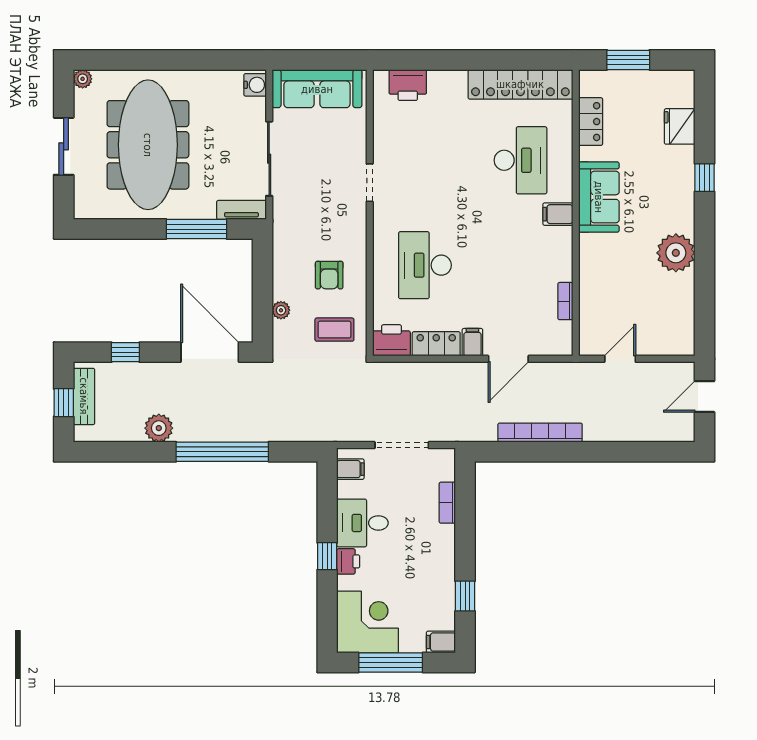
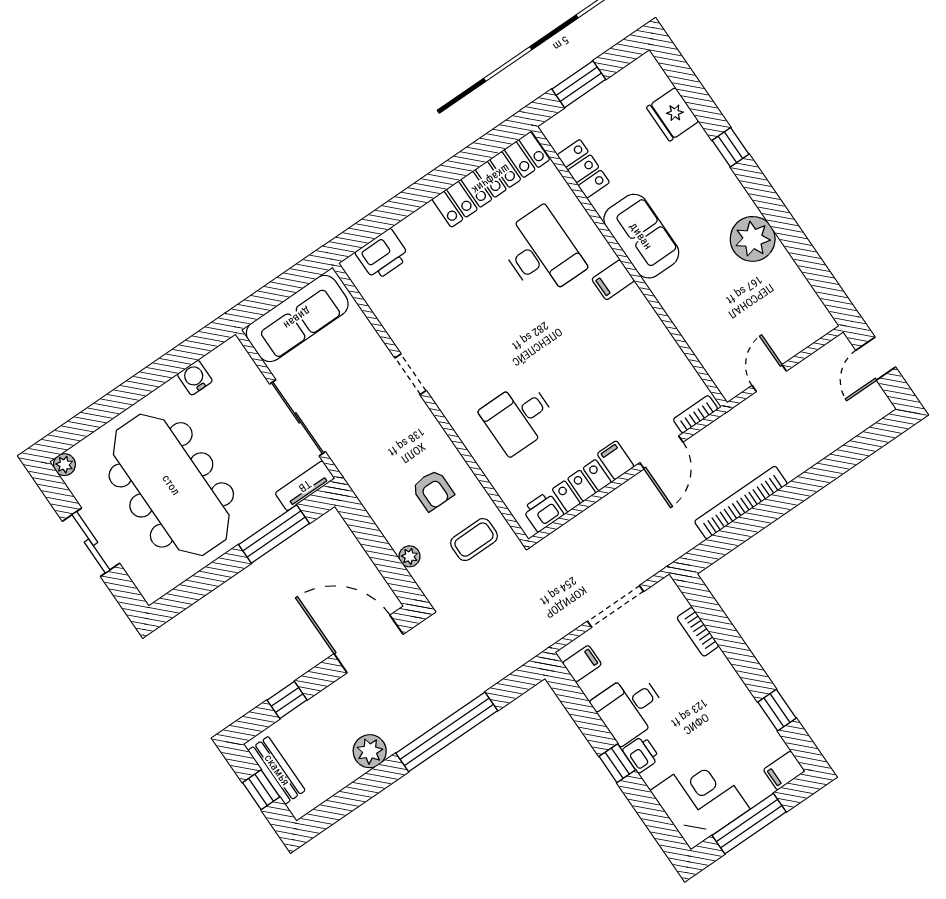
water cooler: (255, 85) -> (195, 378), moved, turned -90
desk: (425, 265) -> (519, 417), width x0.73
bookcase: (565, 301) -> (695, 414), moved, turned 90
printer: (391, 340) -> (543, 512), width x0.73, depth x0.81

